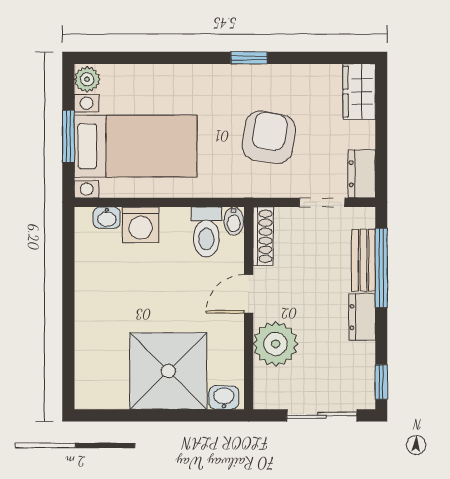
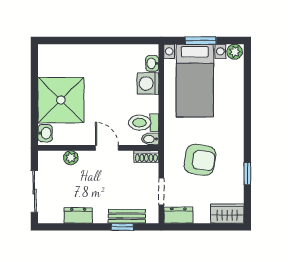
window: (249, 58) -> (247, 174), moved
shoe rack: (263, 236) -> (146, 156), width x0.70
window: (381, 268) -> (122, 227), width x0.46
dresser: (362, 317) -> (78, 215), moved
plant: (276, 344) -> (71, 158), width x0.53, depth x0.53
window: (381, 382) -> (54, 227), removed

